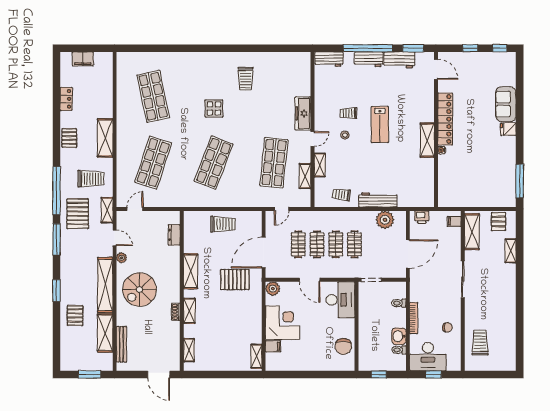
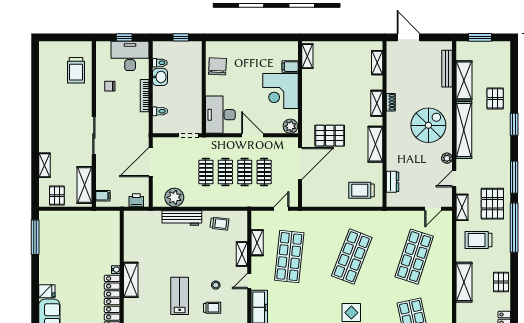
trolley: (223, 224) -> (362, 190), moved
door: (115, 238) -> (454, 179), hinge flipped

